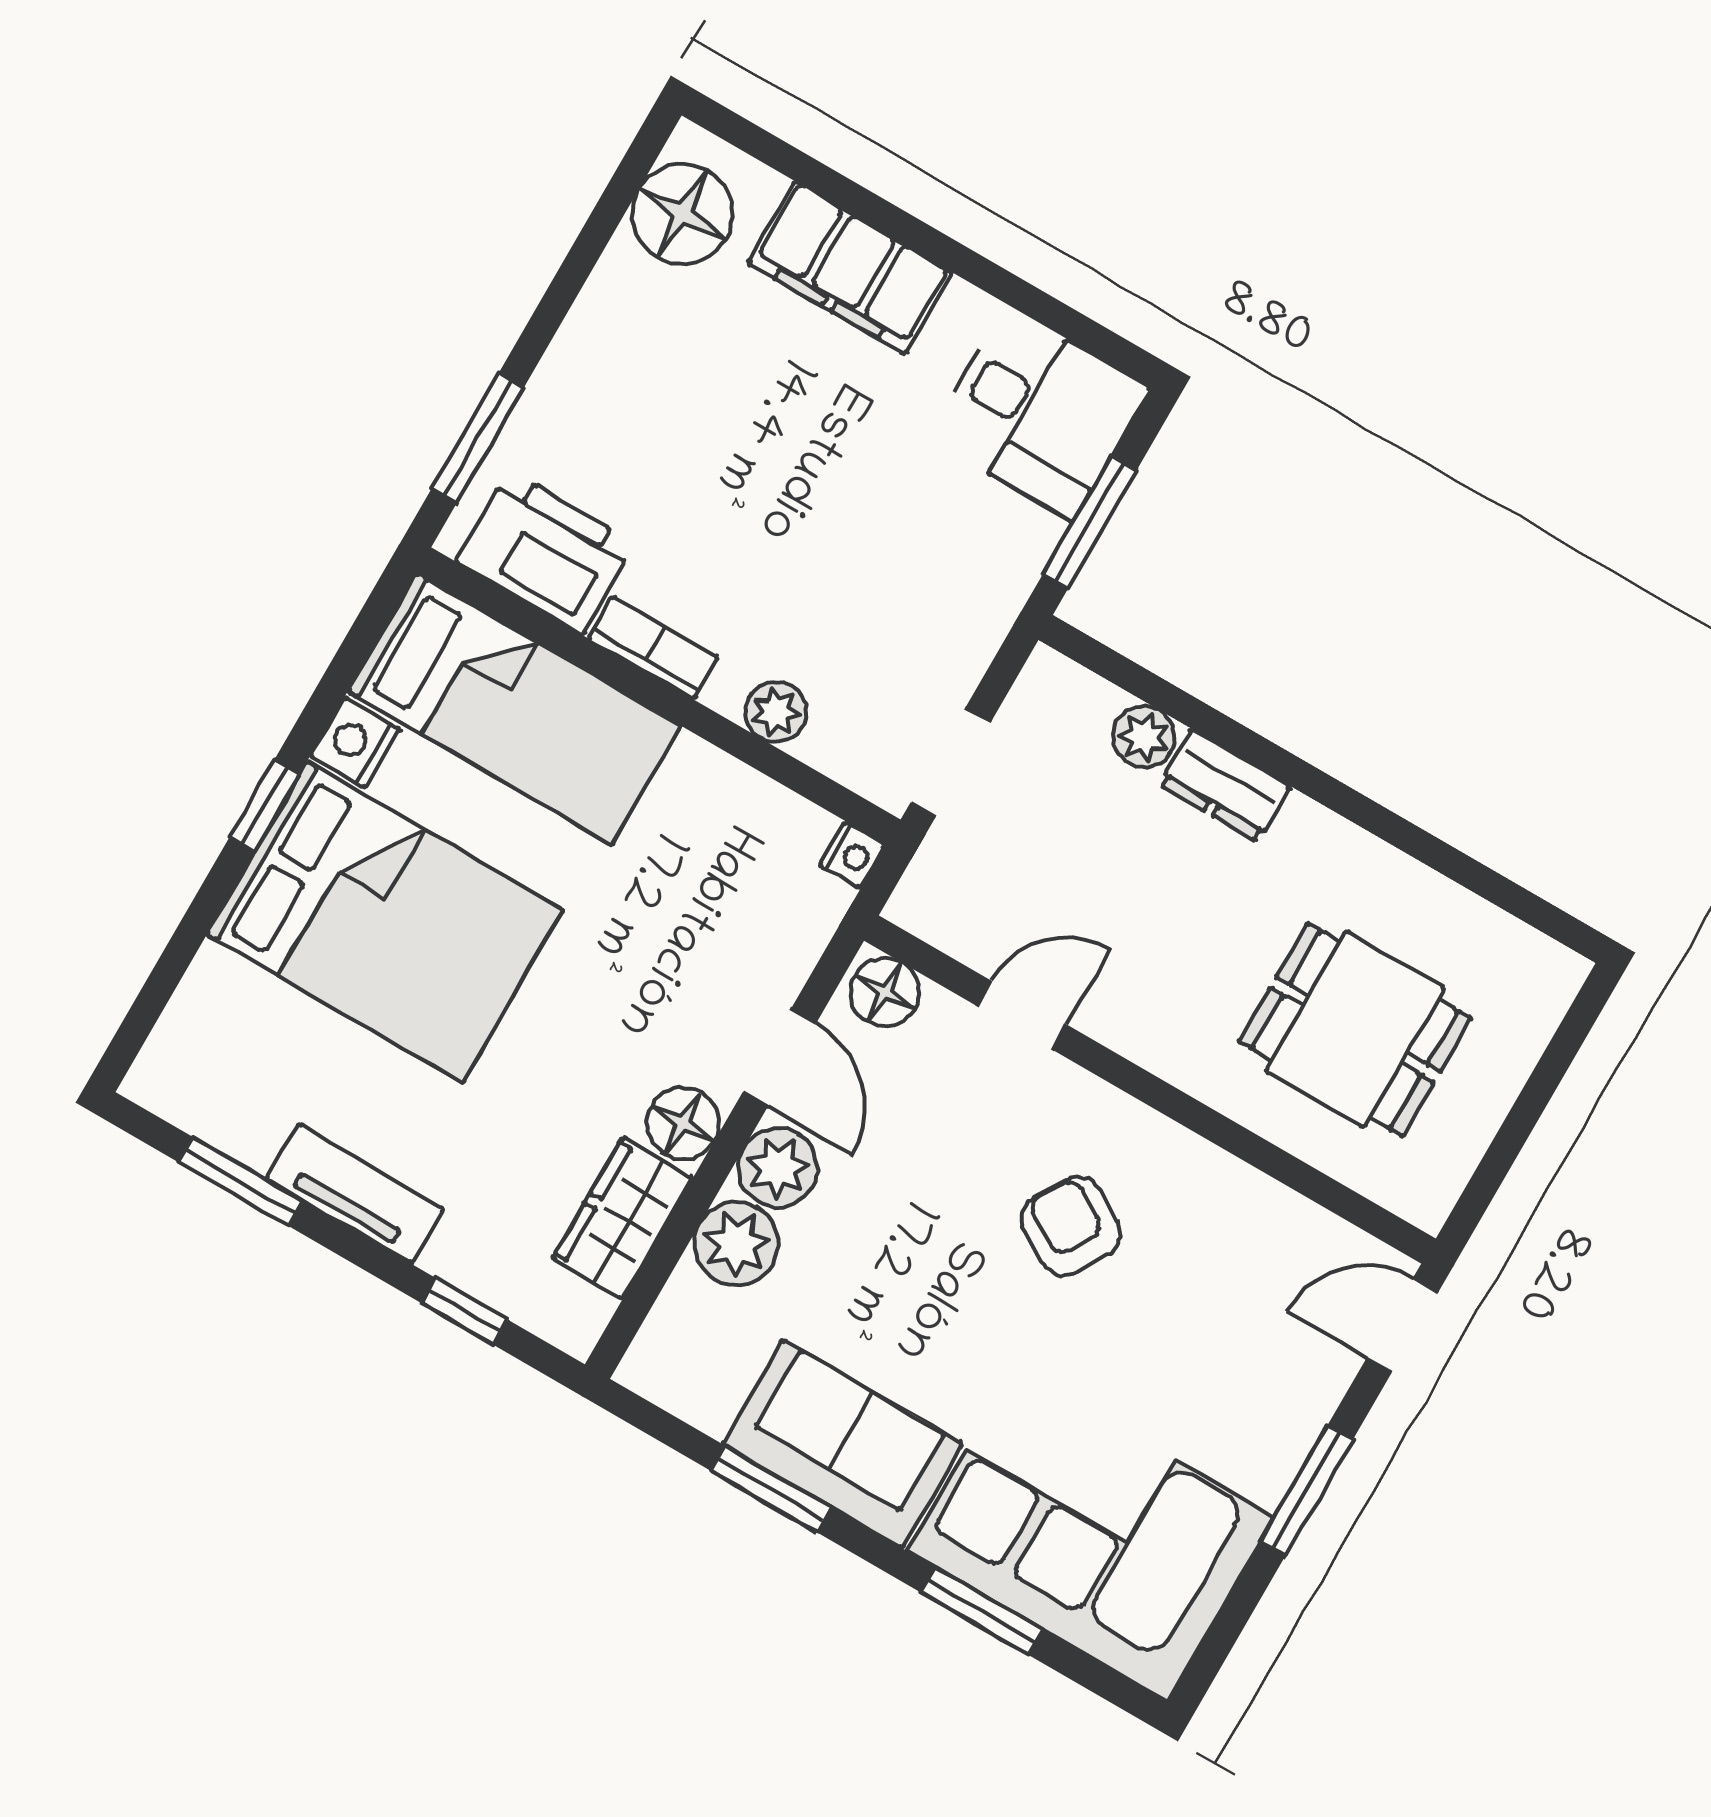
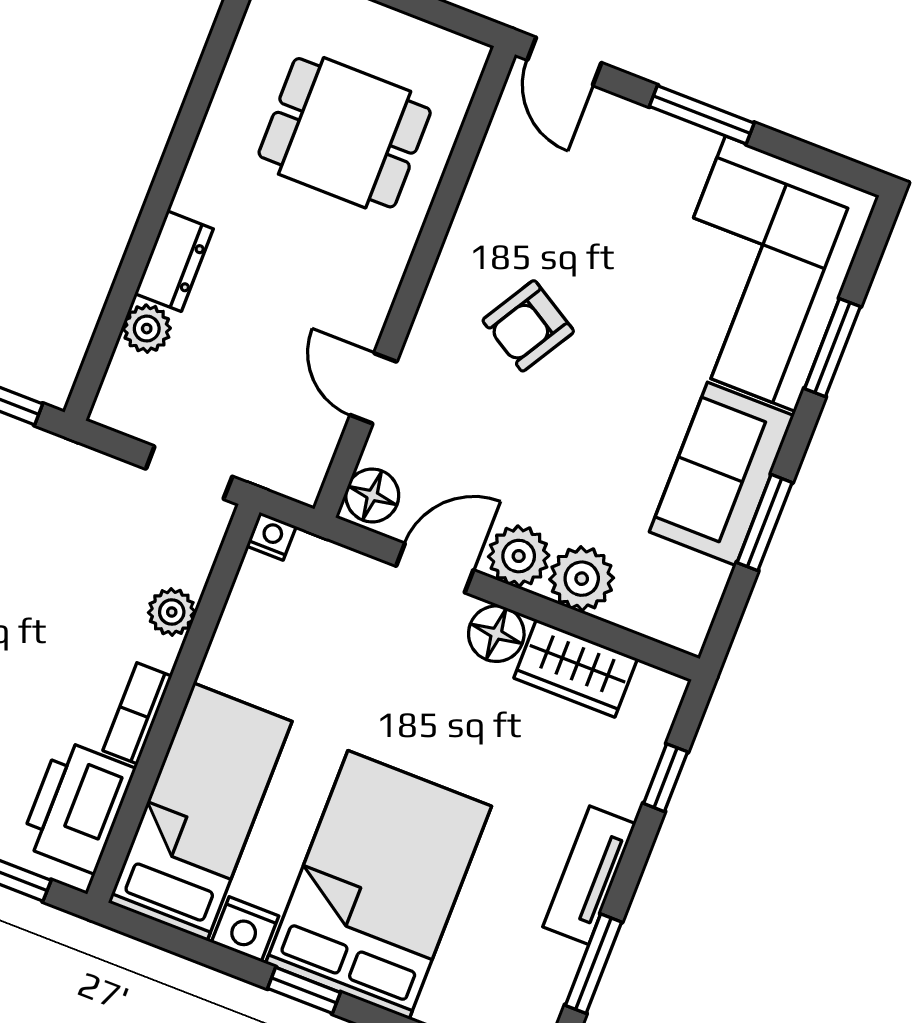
dining table: (1355, 1030) -> (345, 133), turned 90

